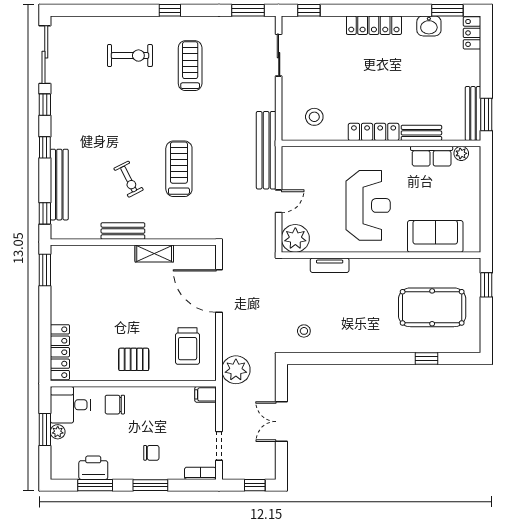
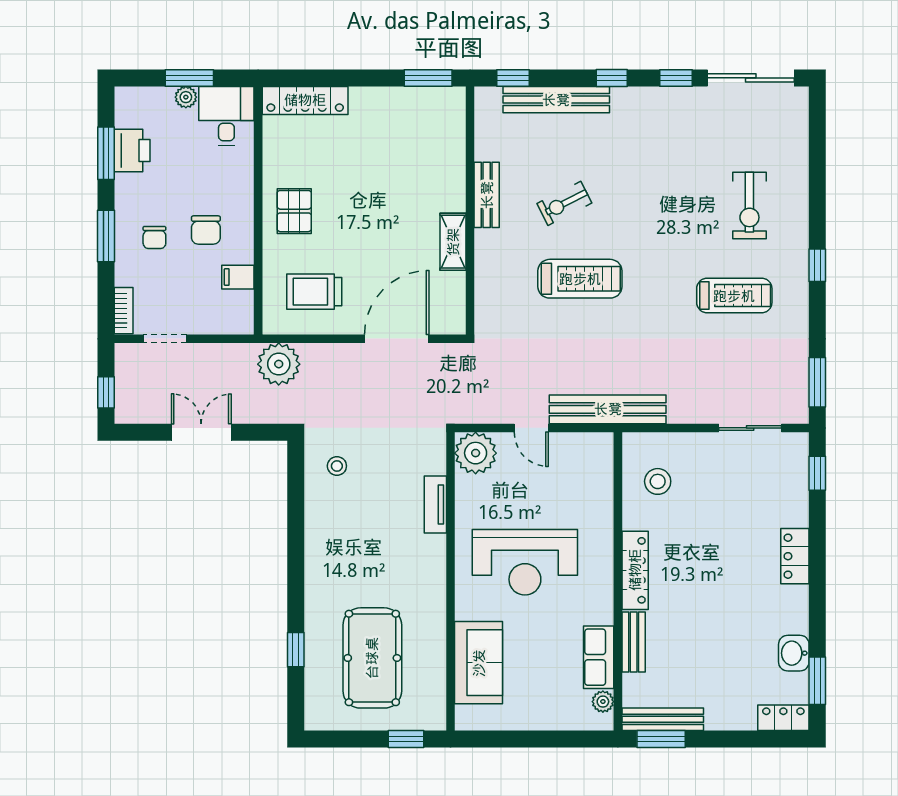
locker: (374, 25) -> (795, 556), width x0.66
filing cabinet: (206, 394) -> (238, 277), moved, turned -90
chair: (115, 405) -> (206, 230), moved, turned 180

